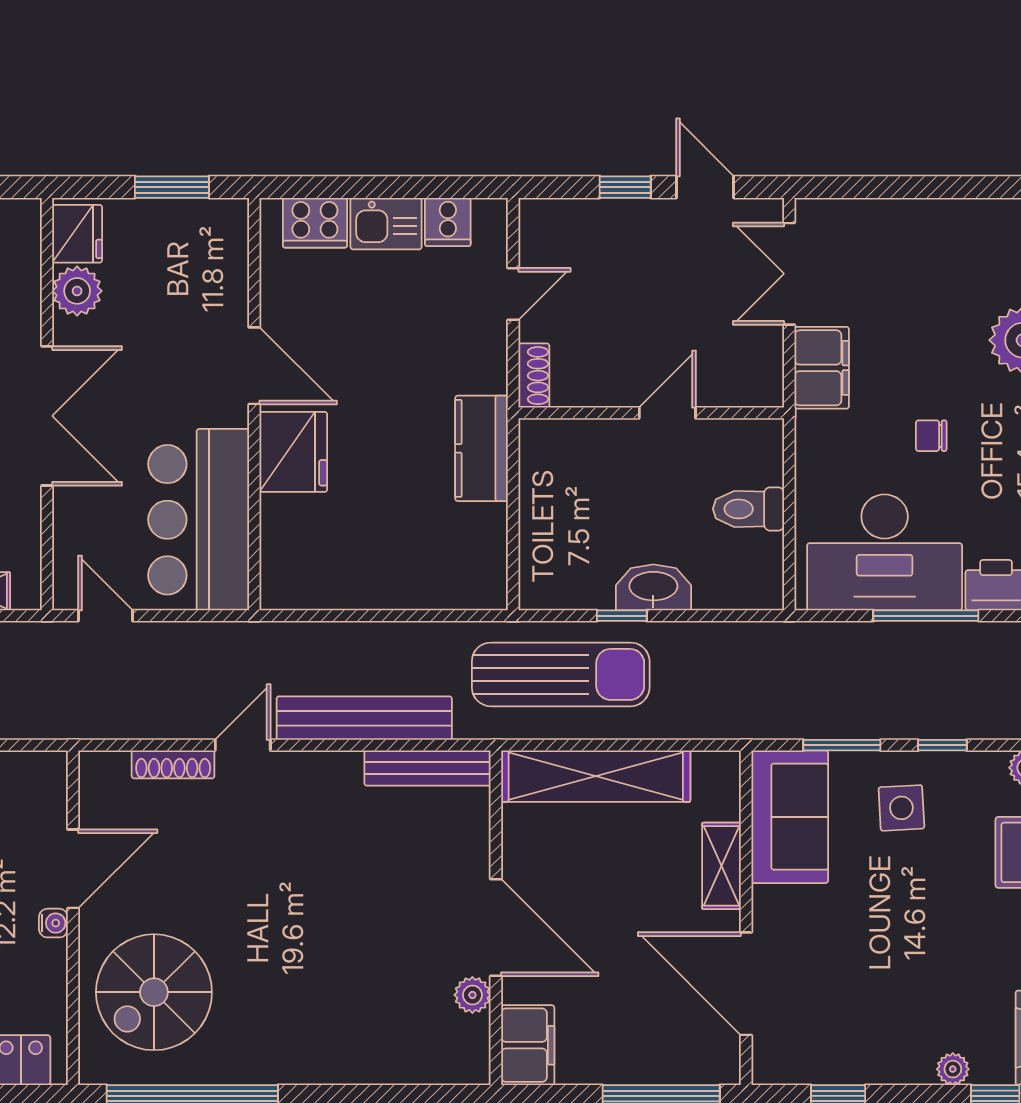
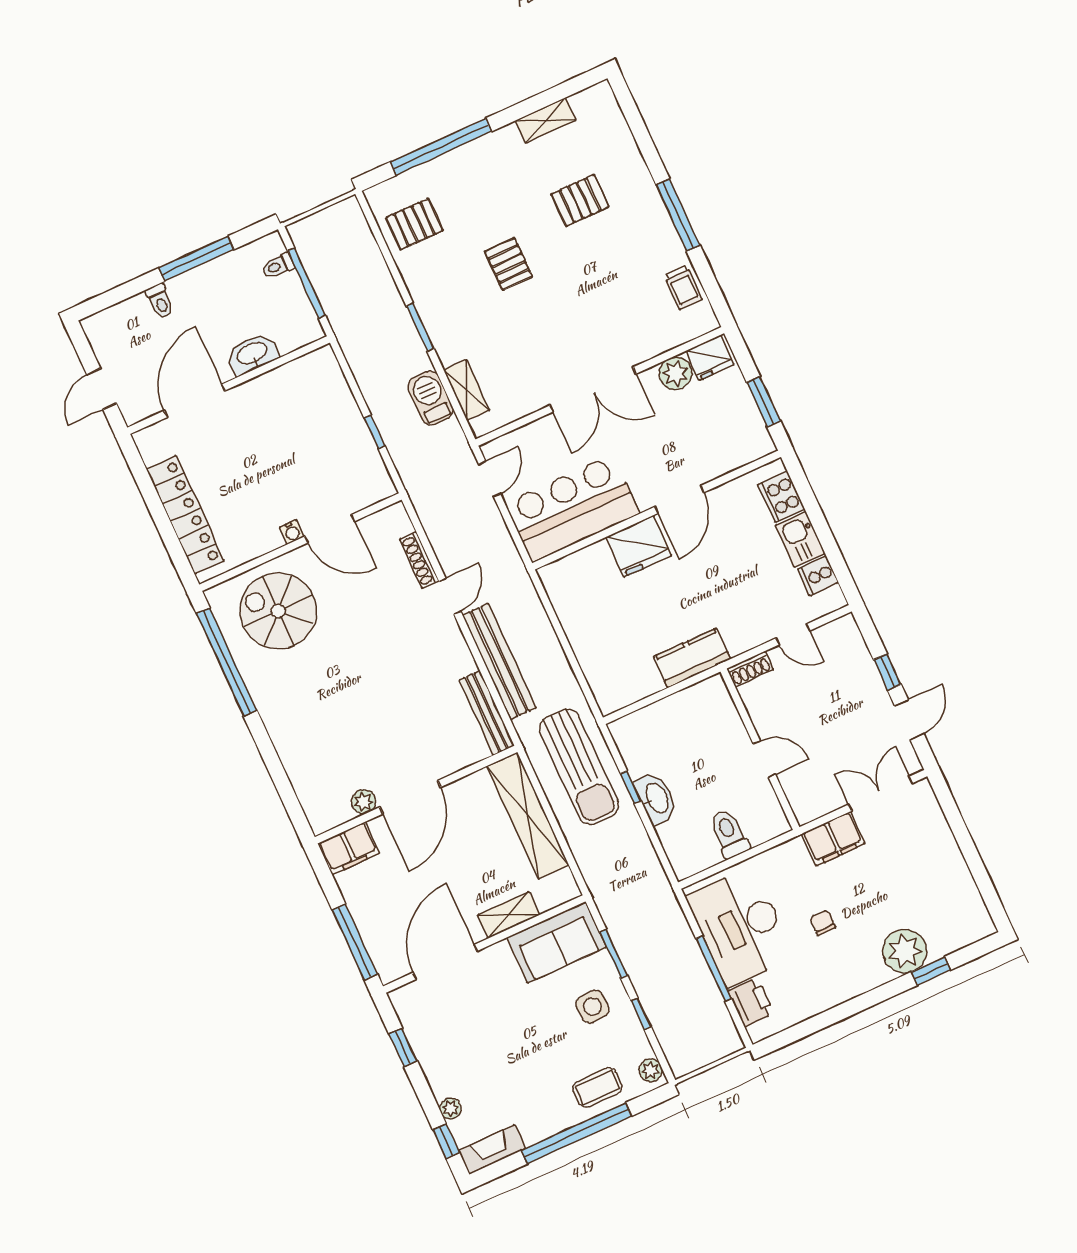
door: (243, 745) -> (450, 596), hinge flipped

